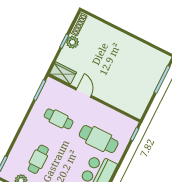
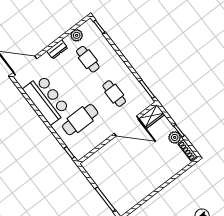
door: (84, 93) -> (126, 126), width x1.88
cafe table: (59, 119) -> (114, 94), turned 90

